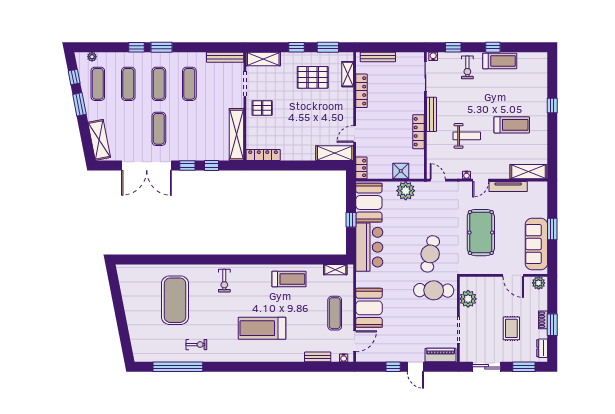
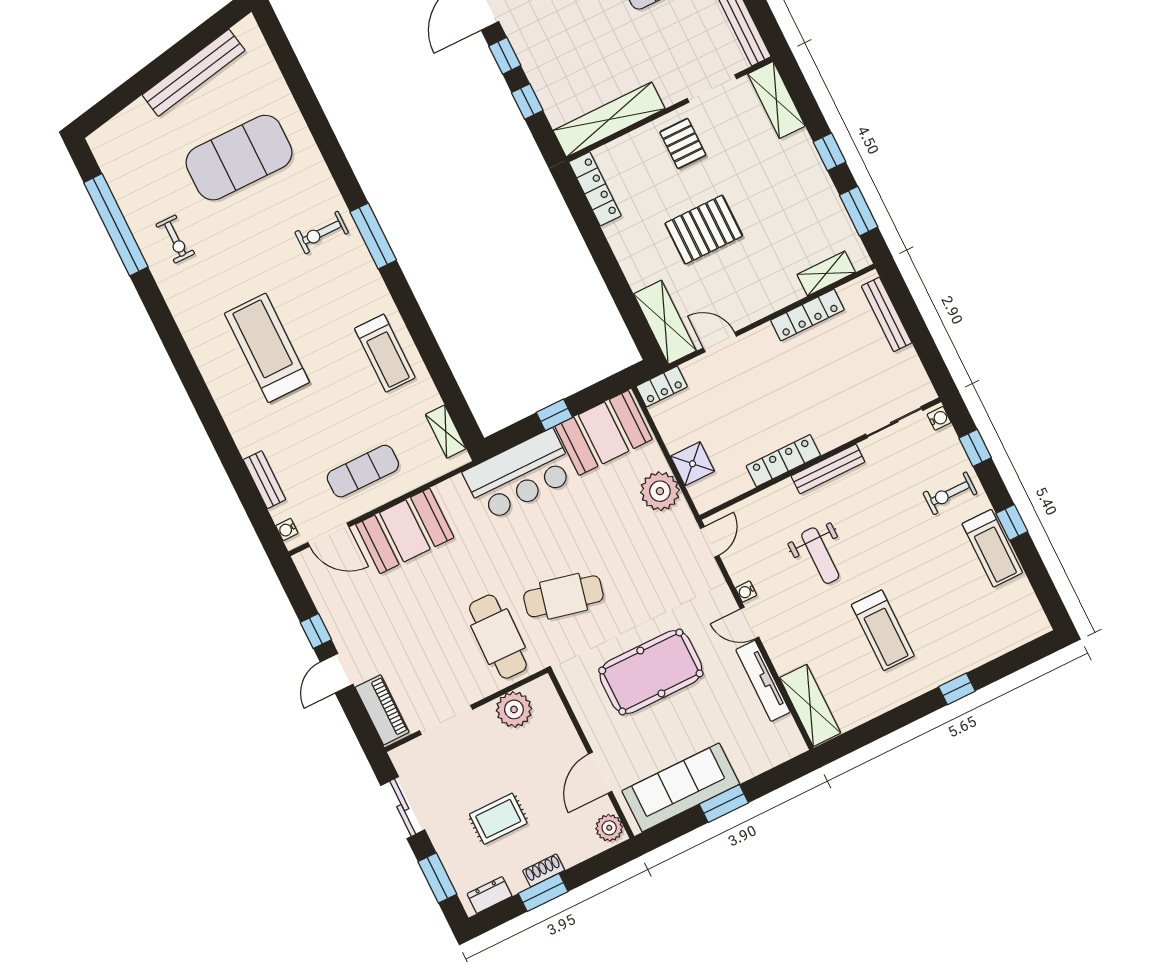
pallet: (313, 77) -> (704, 230), moved, turned 90
window: (237, 259) -> (373, 236), added
bench: (129, 302) -> (194, 73), added

